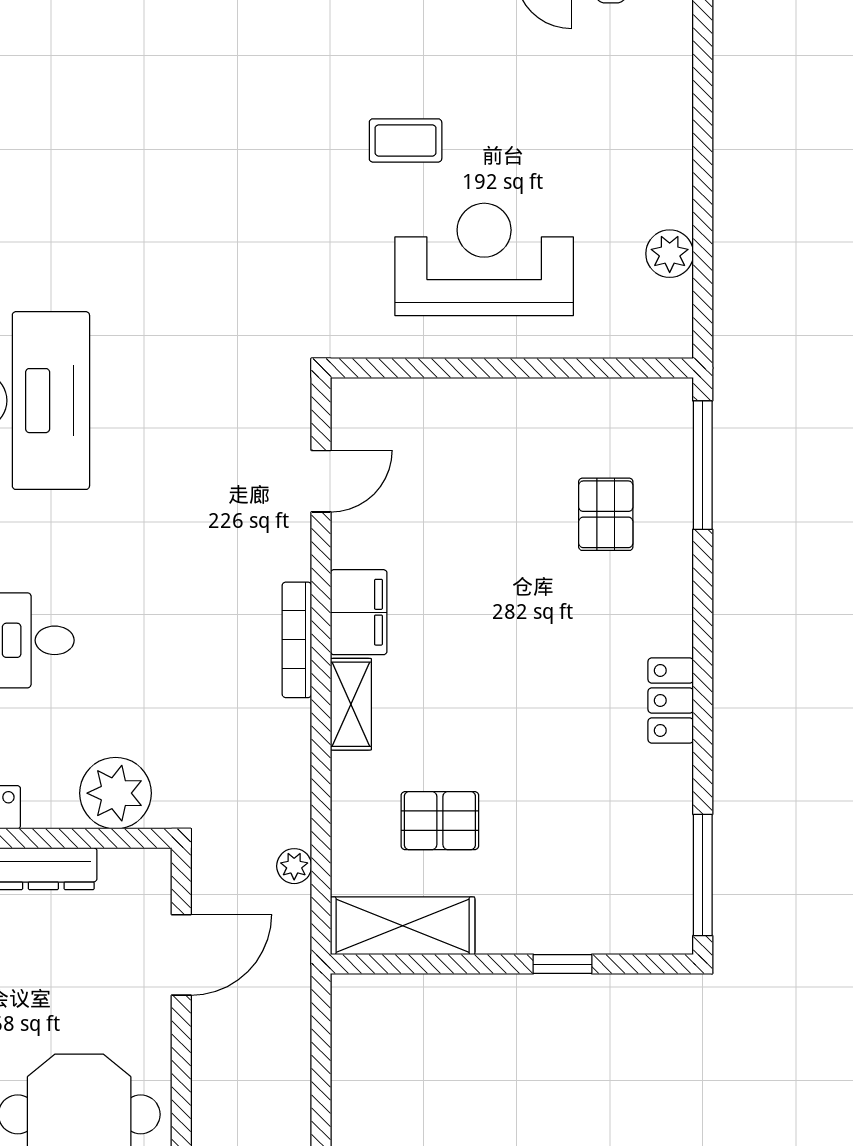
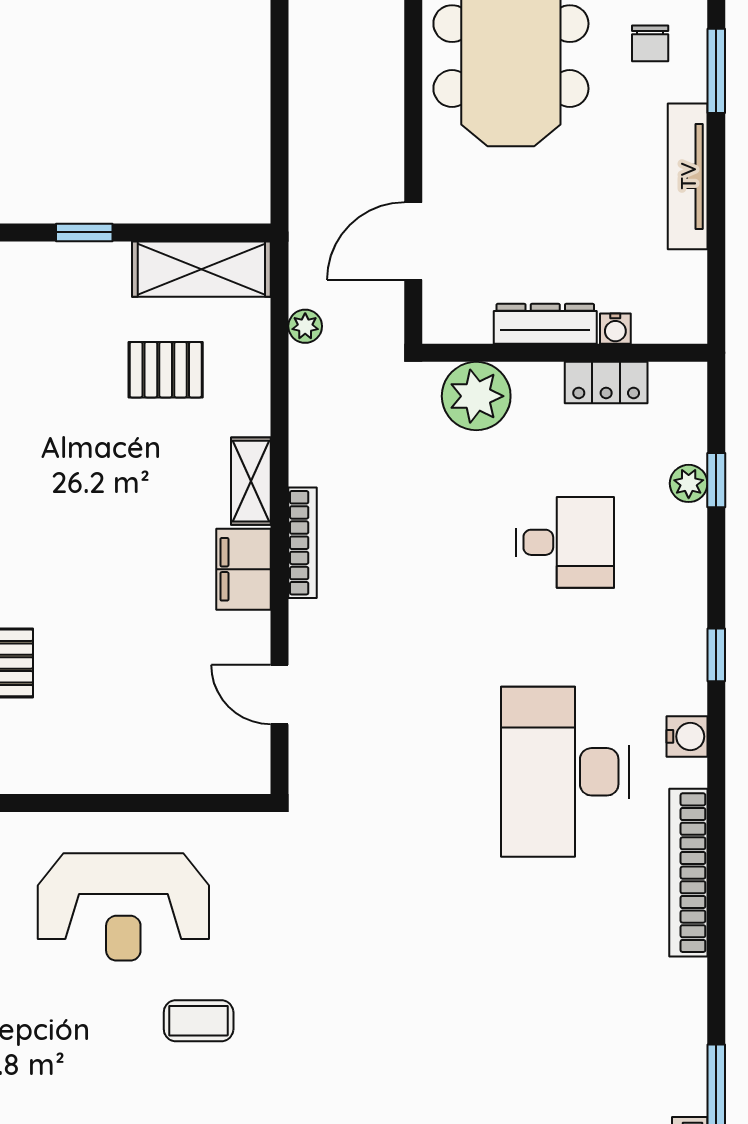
door: (321, 481) -> (280, 695), hinge flipped
window: (562, 964) -> (84, 232), moved

